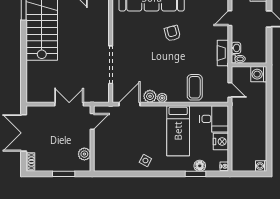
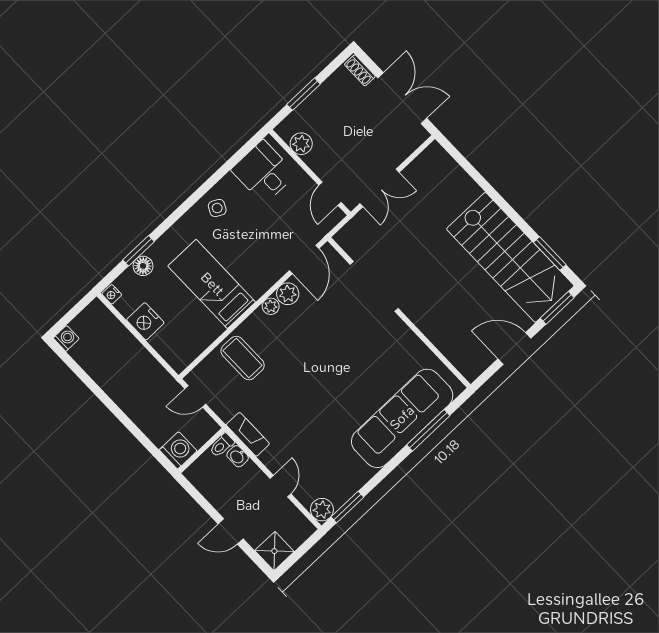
armchair: (172, 33) -> (335, 399), removed
desk: (214, 119) -> (263, 172), moved, turned 90

